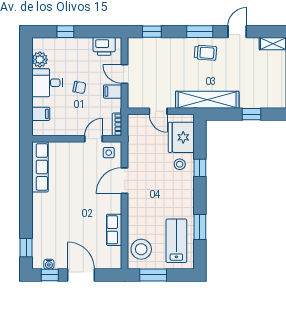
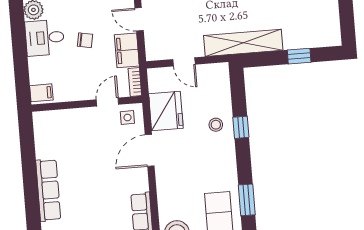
filing cabinet: (113, 92) -> (127, 50), width x2.00
filing cabinet: (41, 114) -> (41, 93), moved
fridge: (181, 137) -> (166, 111), moved, turned 180
row of seats: (40, 167) -> (48, 190), moved

